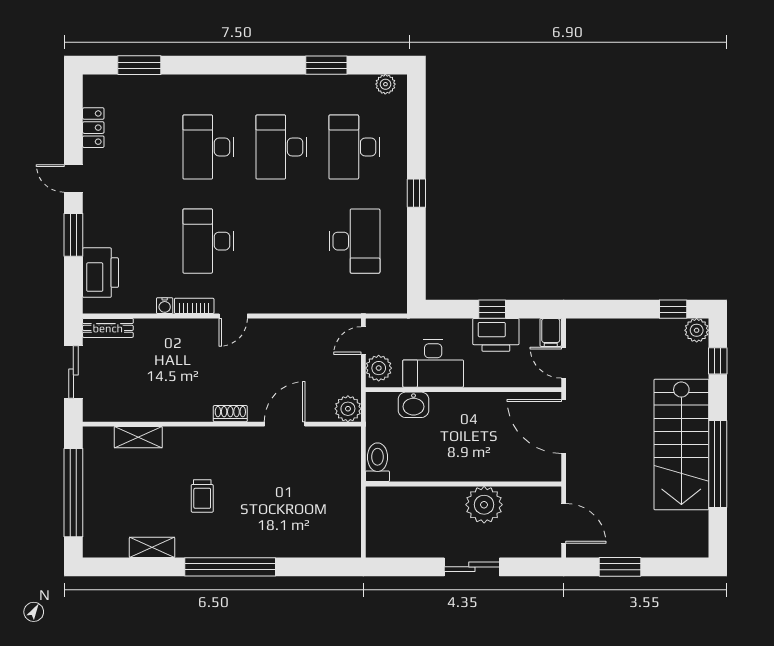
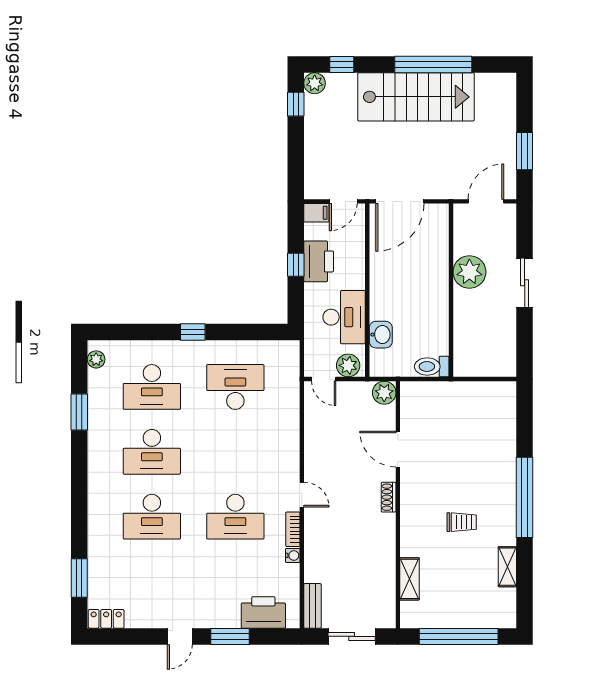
locker: (93, 128) -> (106, 619), moved

